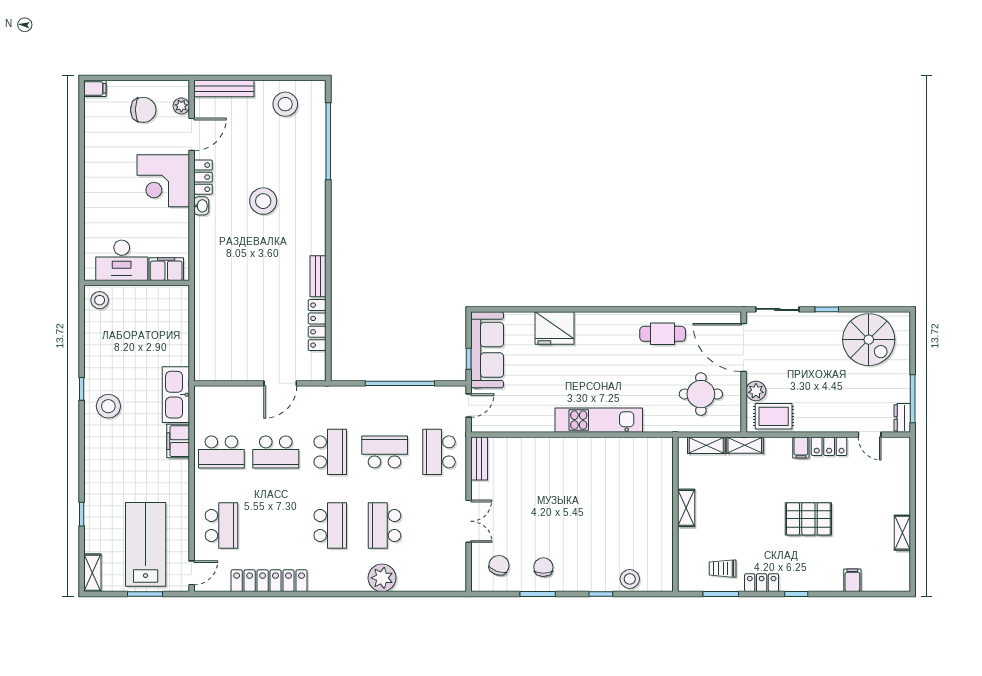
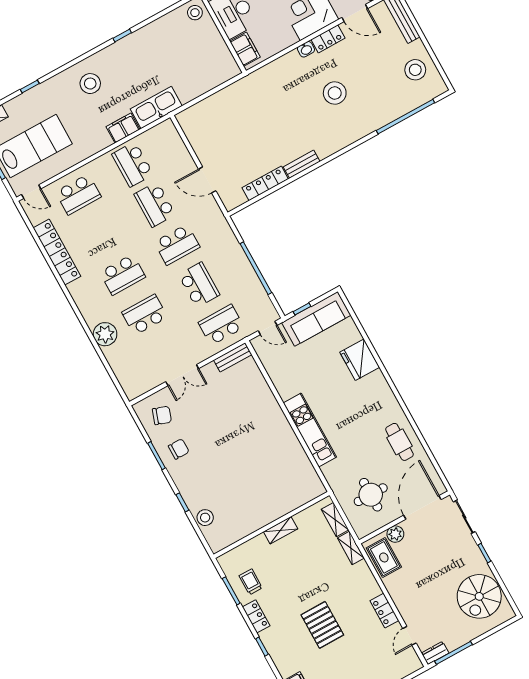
stool: (108, 406) -> (90, 84), moved
filing cabinet: (801, 448) -> (372, 590), removed

